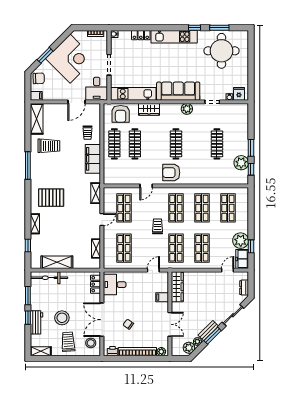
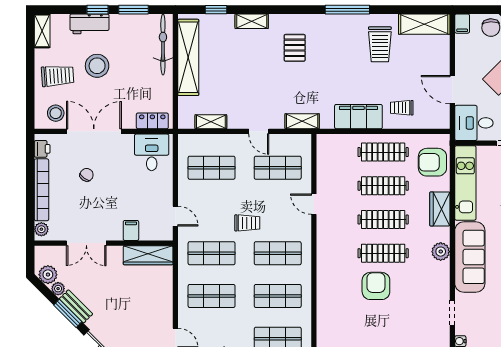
plant: (187, 109) -> (441, 252), moved
clothes rail: (217, 144) -> (383, 219), moved
armchair: (171, 173) -> (376, 286), moved
pallet: (51, 198) -> (295, 48), width x0.67, depth x0.71
shelving: (57, 262) -> (188, 57), width x1.47

